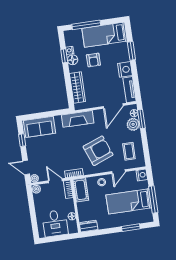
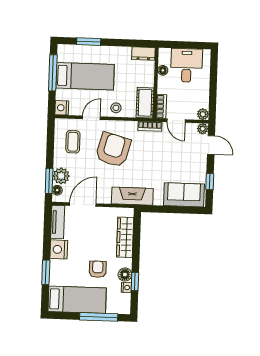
armchair: (98, 151) -> (113, 150), turned 126

